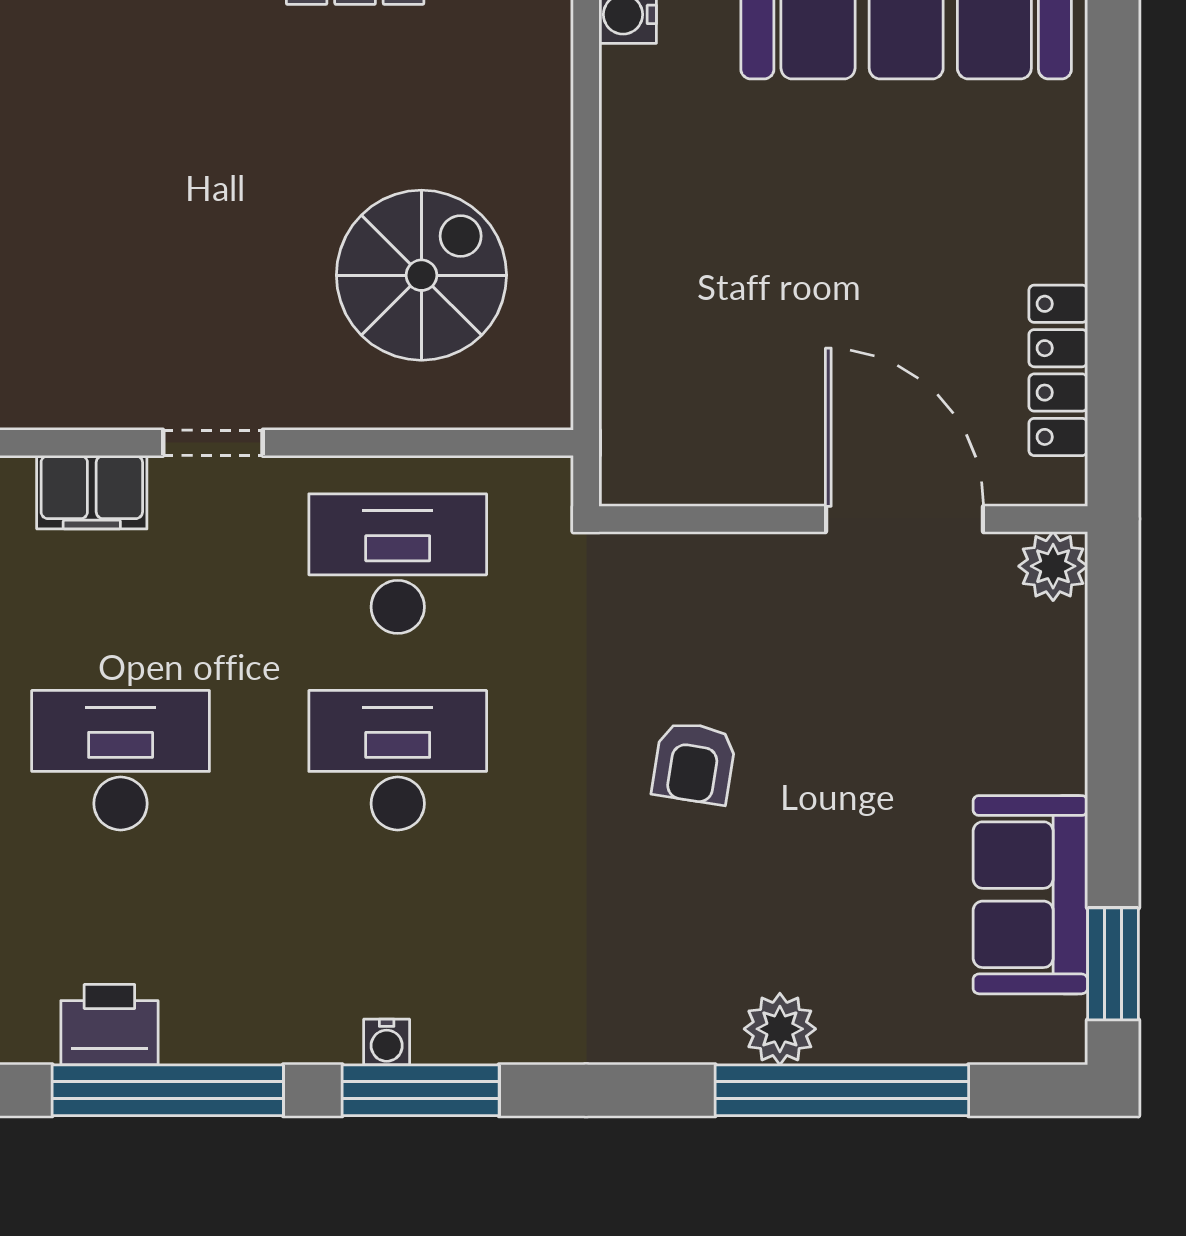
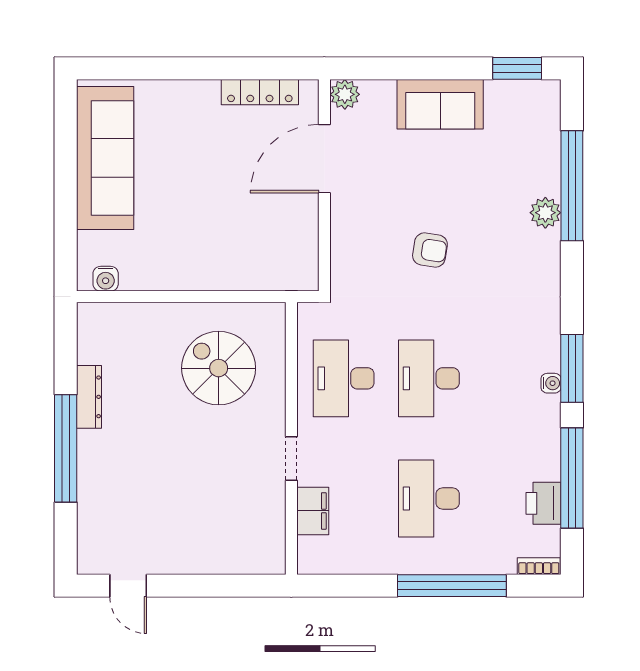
sofa: (1030, 895) -> (440, 104), moved

